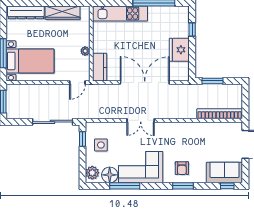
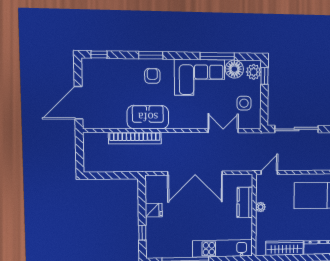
fridge: (179, 50) -> (154, 210), width x0.53, depth x0.75
kitchen counter: (100, 67) -> (245, 202), moved
window: (212, 81) -> (118, 175), removed
bookcase: (220, 114) -> (135, 138), moved
double door: (141, 120) -> (223, 131), moved
window: (83, 139) -> (264, 76), moved
sofa: (224, 173) -> (148, 117), moved, turned 180

